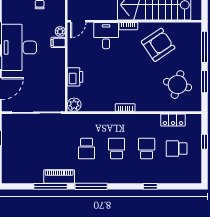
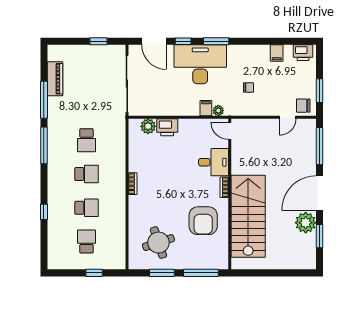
armchair: (158, 45) -> (203, 221), turned 34
round table: (178, 85) -> (158, 243), turned -33
plant: (74, 105) -> (148, 126), moved
locker: (173, 120) -> (119, 237), removed
school desk: (87, 149) -> (86, 140), turned -90
piano: (59, 176) -> (55, 79), moved

